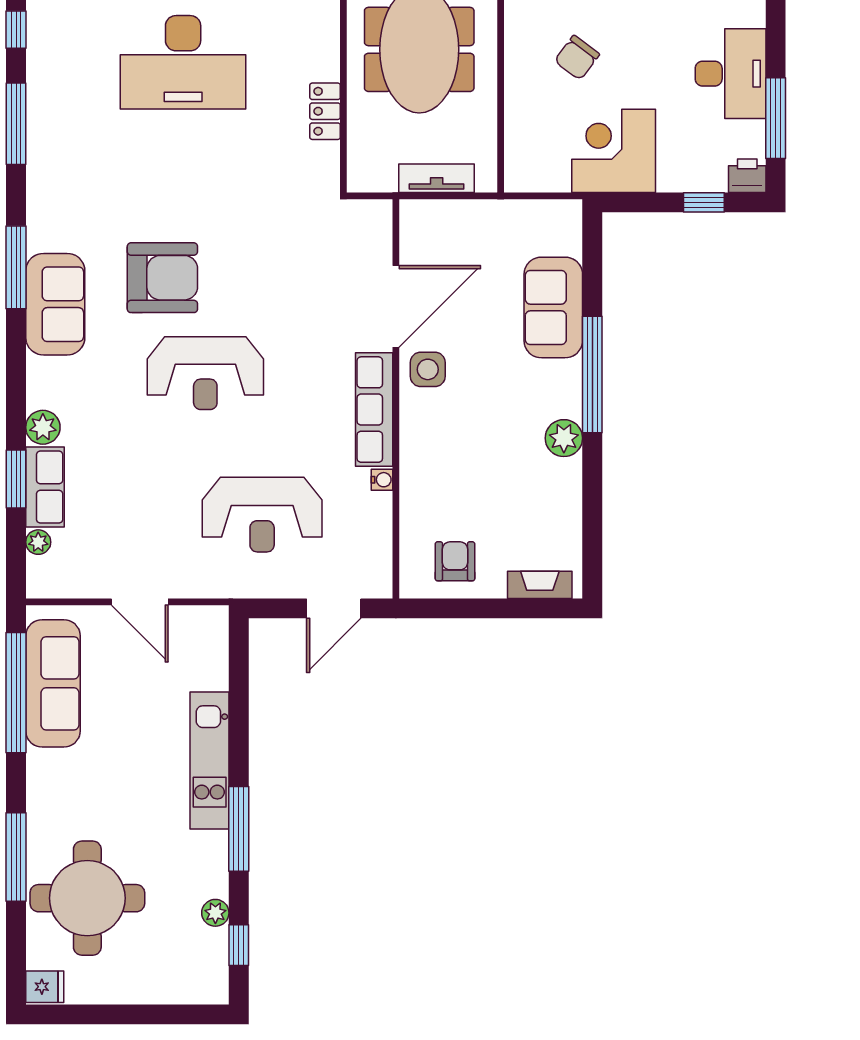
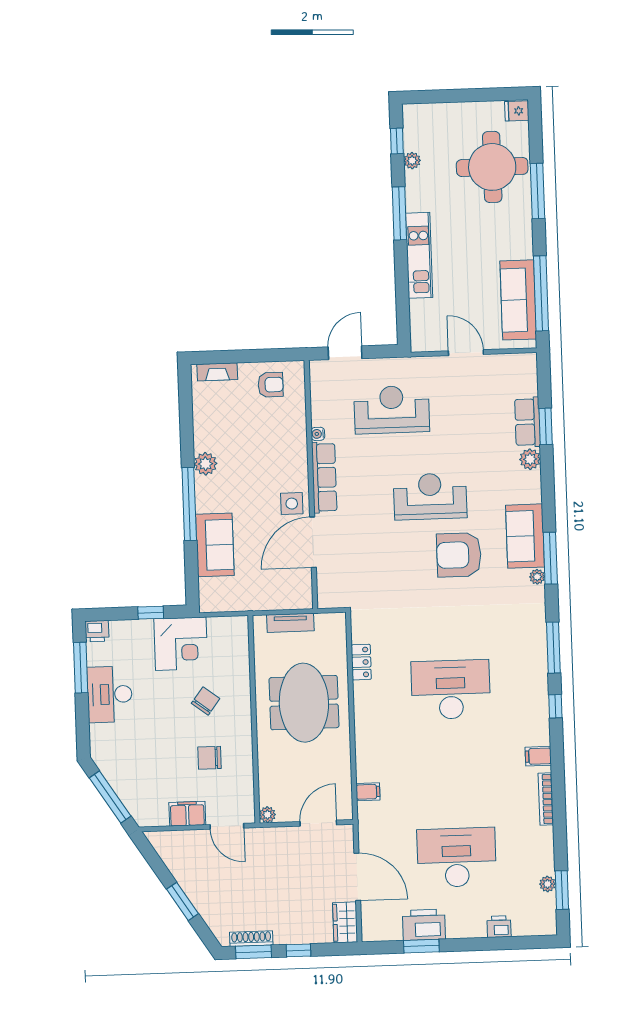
window: (704, 202) -> (151, 613), moved
plant: (38, 542) -> (537, 577), moved
armchair: (455, 561) -> (271, 385), turned -90

